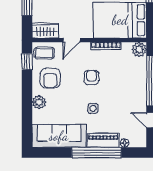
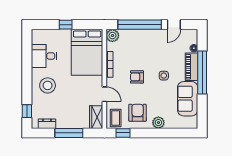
armchair: (50, 78) -> (138, 113), turned -90
sofa: (59, 136) -> (188, 99), width x0.73

